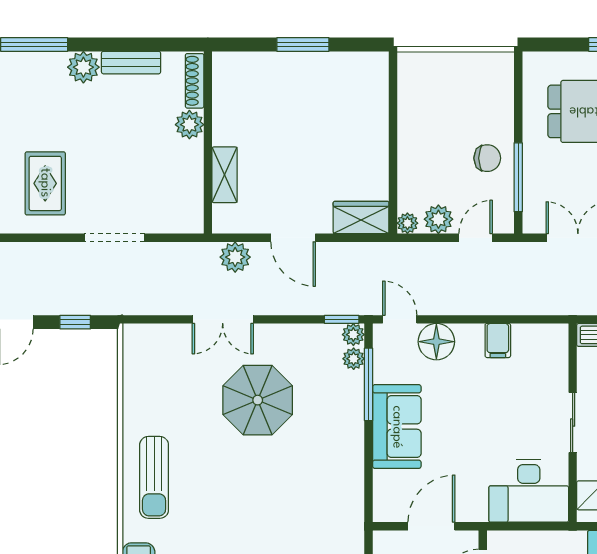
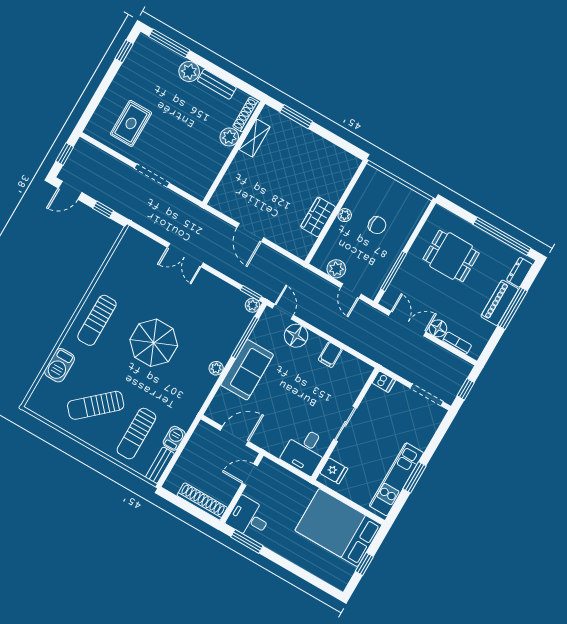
window: (303, 44) -> (296, 117), moved
chair: (487, 158) -> (377, 225), moved
shelving: (225, 175) -> (255, 138), moved
wardrobe: (361, 217) -> (318, 217), moved, turned -90
plant: (407, 223) -> (345, 215), moved
door: (476, 238) -> (351, 291), swing flipped
plant: (235, 257) -> (212, 225), removed
plant: (354, 359) -> (216, 368), moved
parasol: (258, 400) -> (154, 343), moved
desk: (529, 491) -> (305, 451), width x0.73

